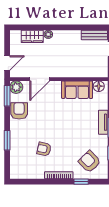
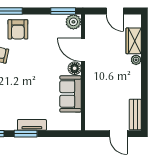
door: (7, 63) -> (115, 11), moved
floor lamp: (99, 86) -> (75, 68), moved
armchair: (19, 111) -> (18, 29), moved, turned 90

